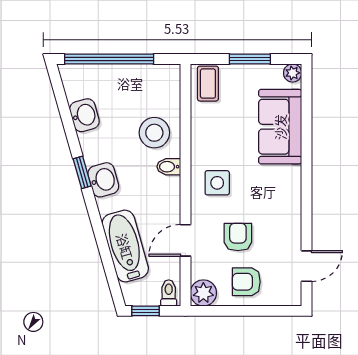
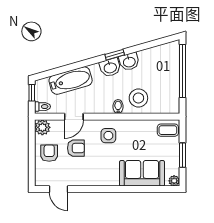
washbasin: (84, 115) -> (129, 62), moved
door: (185, 240) -> (74, 117), swing flipped

